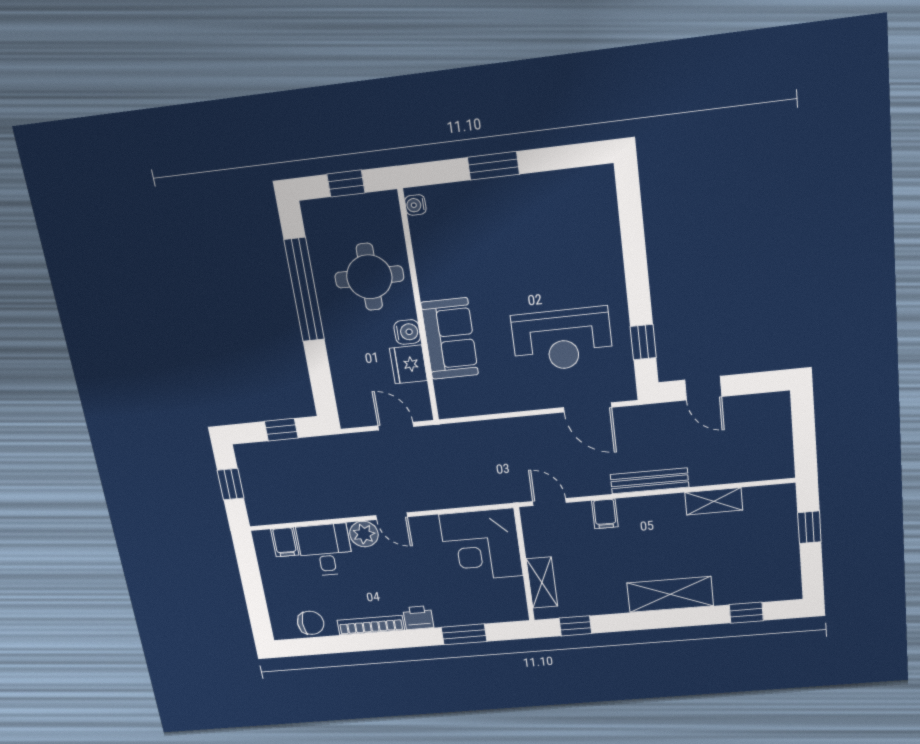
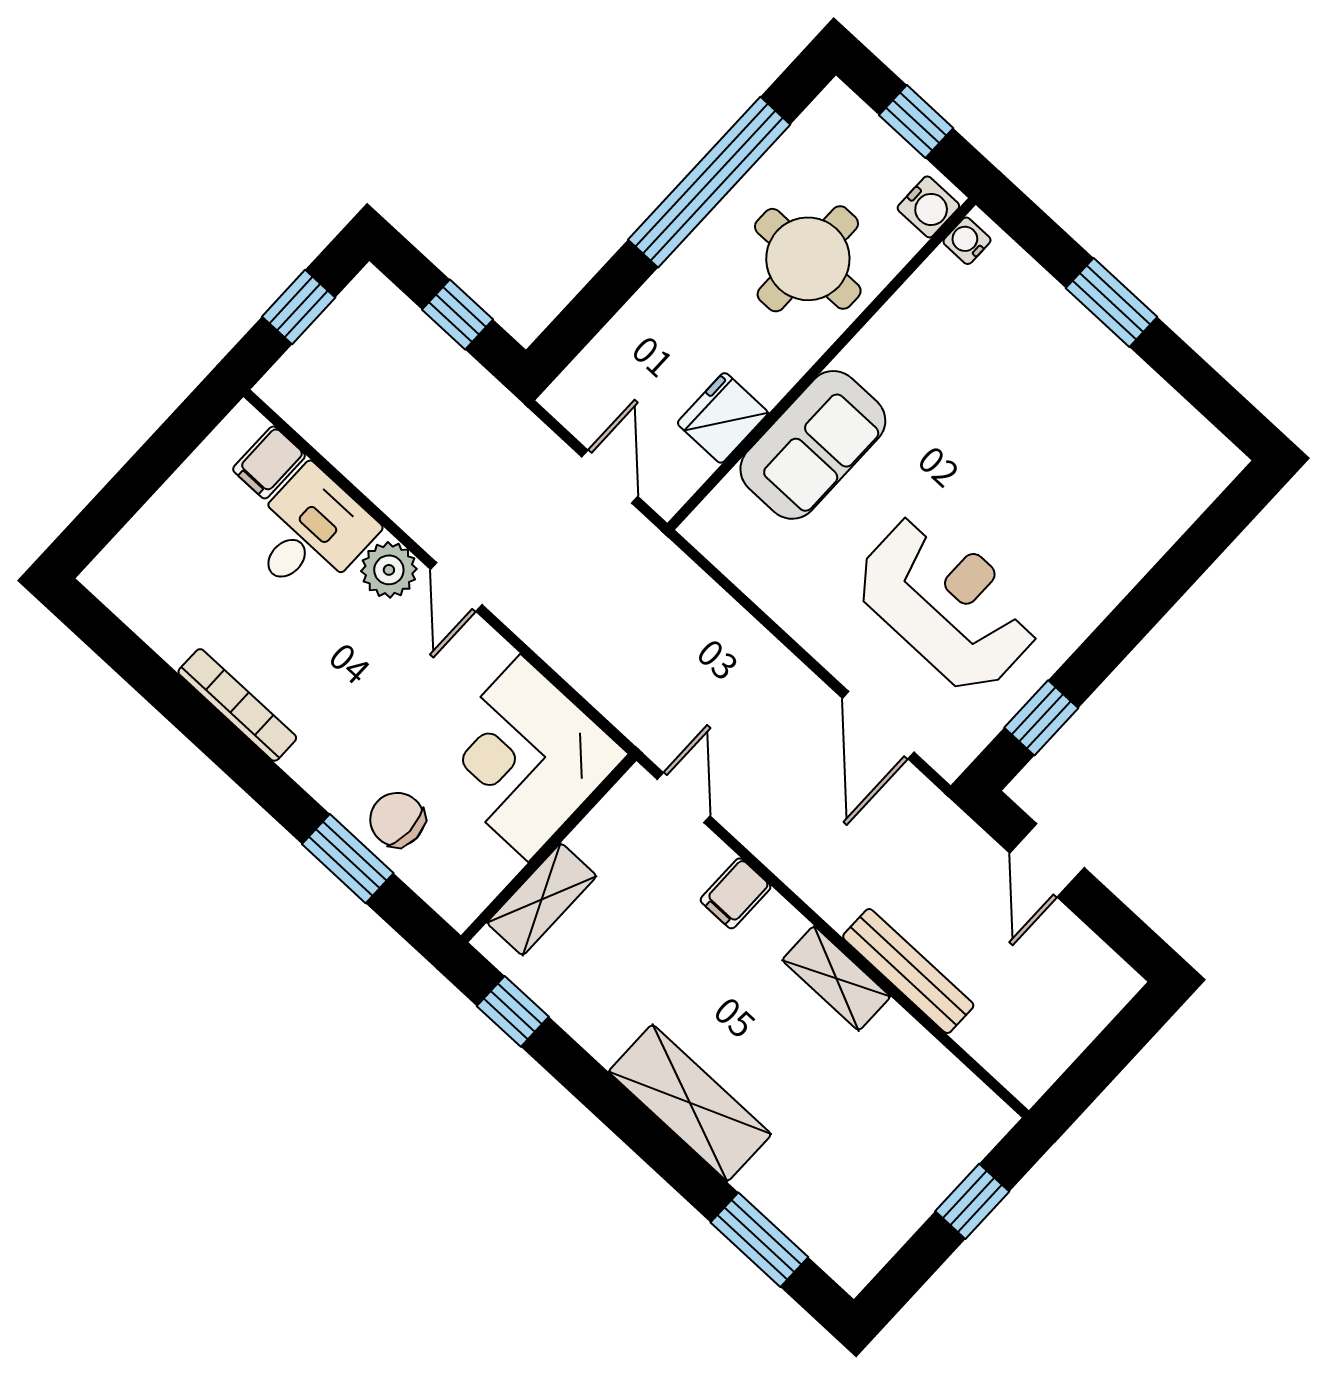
water cooler: (407, 332) -> (928, 207), moved
reception desk: (562, 340) -> (948, 603), turned 180
bench: (650, 481) -> (908, 971), moved
shelving: (714, 501) -> (836, 978), moved
window: (746, 613) -> (759, 1240), width x1.50
printer: (418, 618) -> (315, 766), removed
chair: (311, 623) -> (397, 820), moved, turned 180

